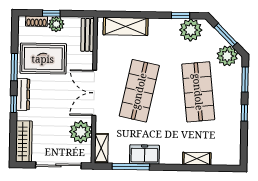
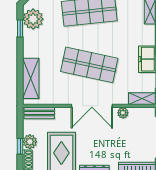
plant: (81, 132) -> (123, 113), width x0.53, depth x0.53

